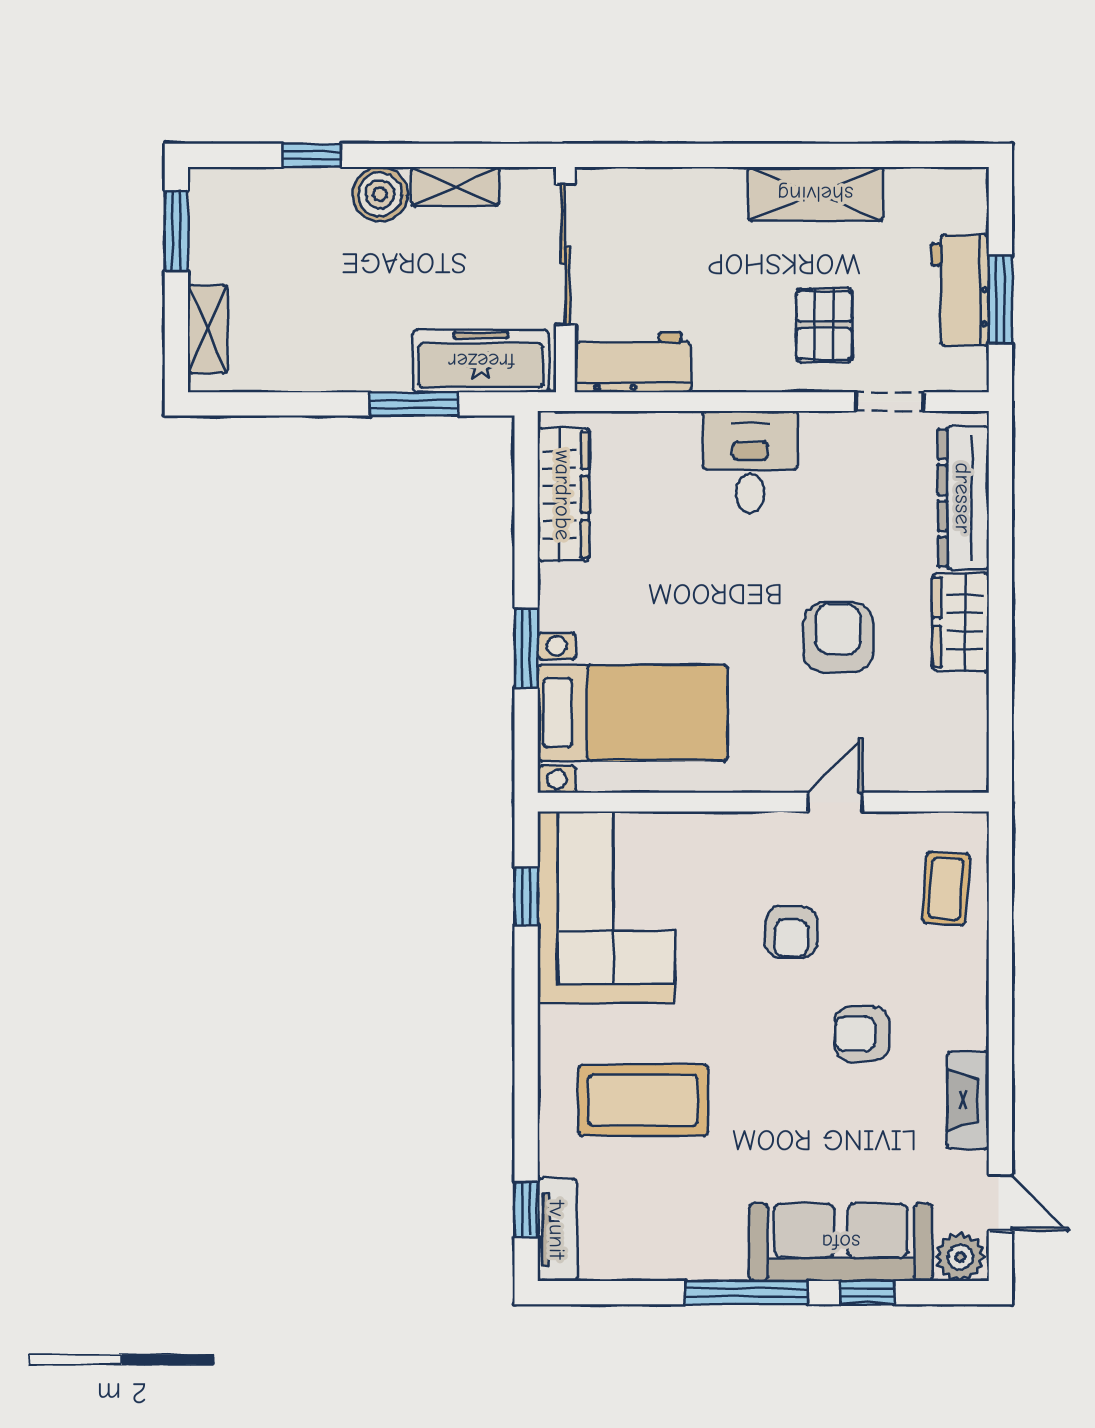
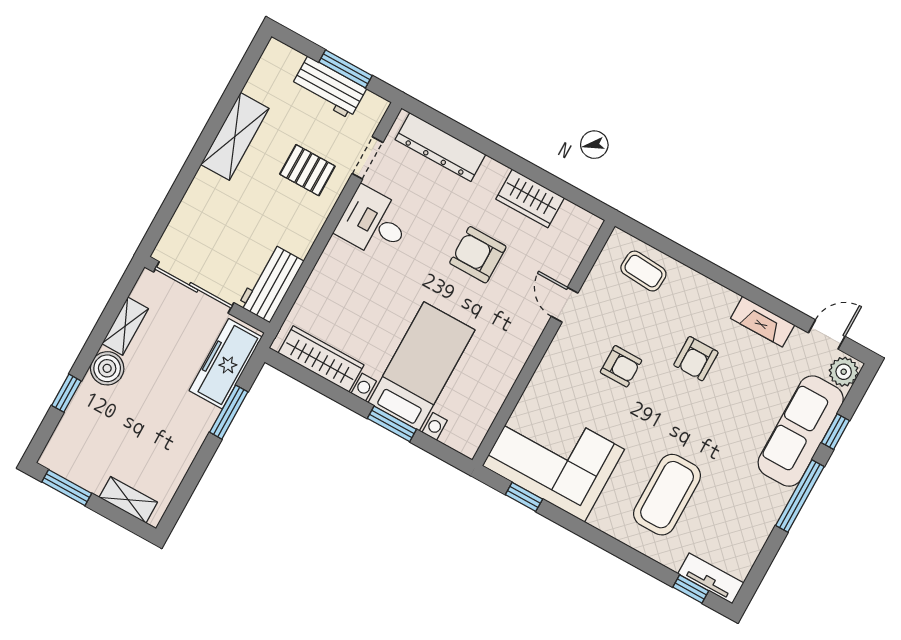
desk: (750, 462) -> (373, 223), moved
wardrobe: (961, 622) -> (530, 198), moved
bed with nightstands: (633, 713) -> (422, 366), moved

